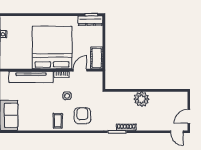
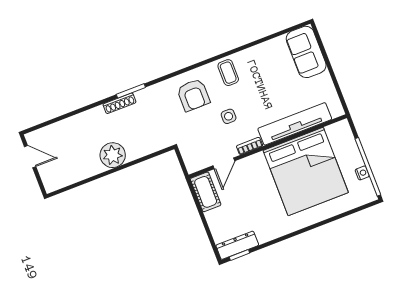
bed: (52, 47) -> (306, 172), moved
door: (189, 116) -> (30, 157), hinge flipped
door: (177, 132) -> (39, 126), removed

